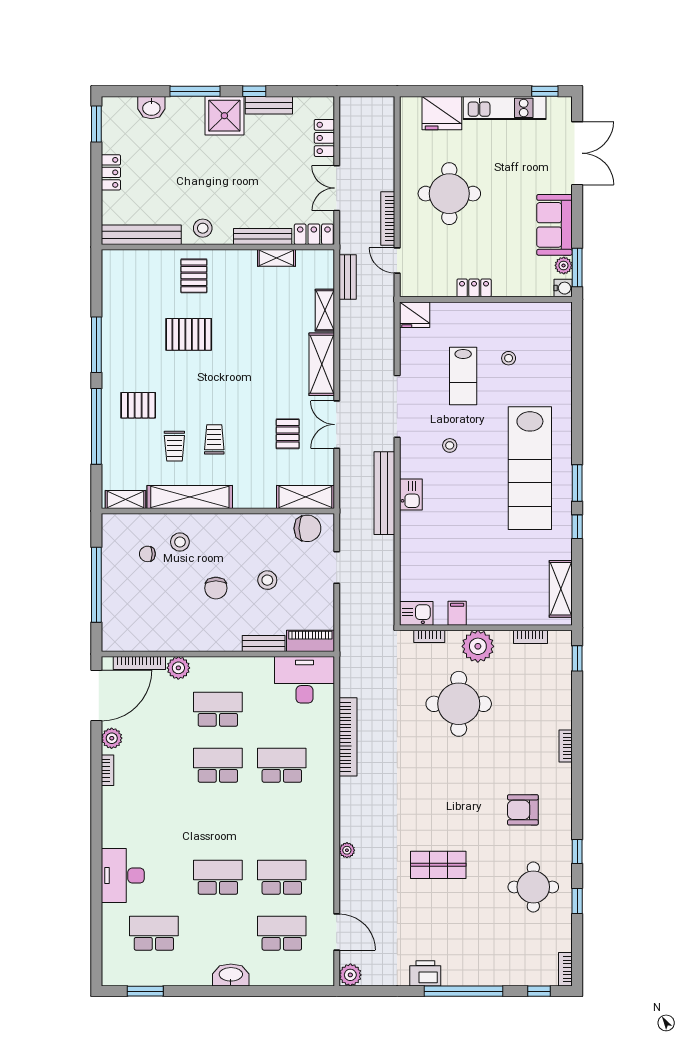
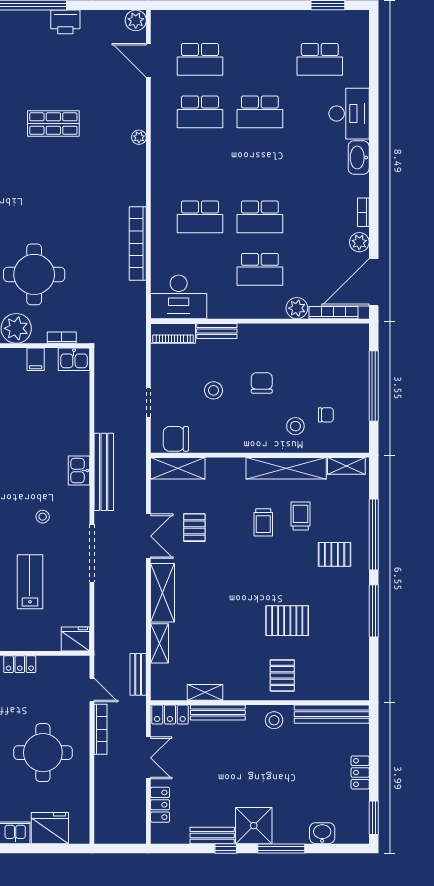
washbasin: (231, 975) -> (359, 158), moved, turned 90

